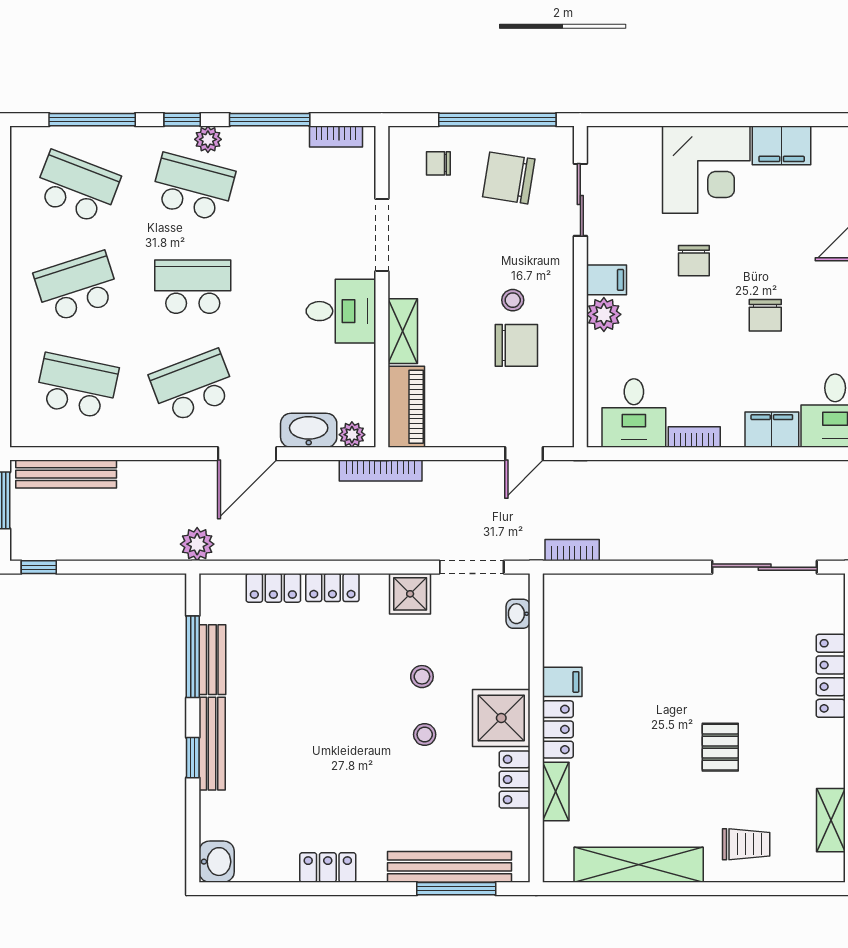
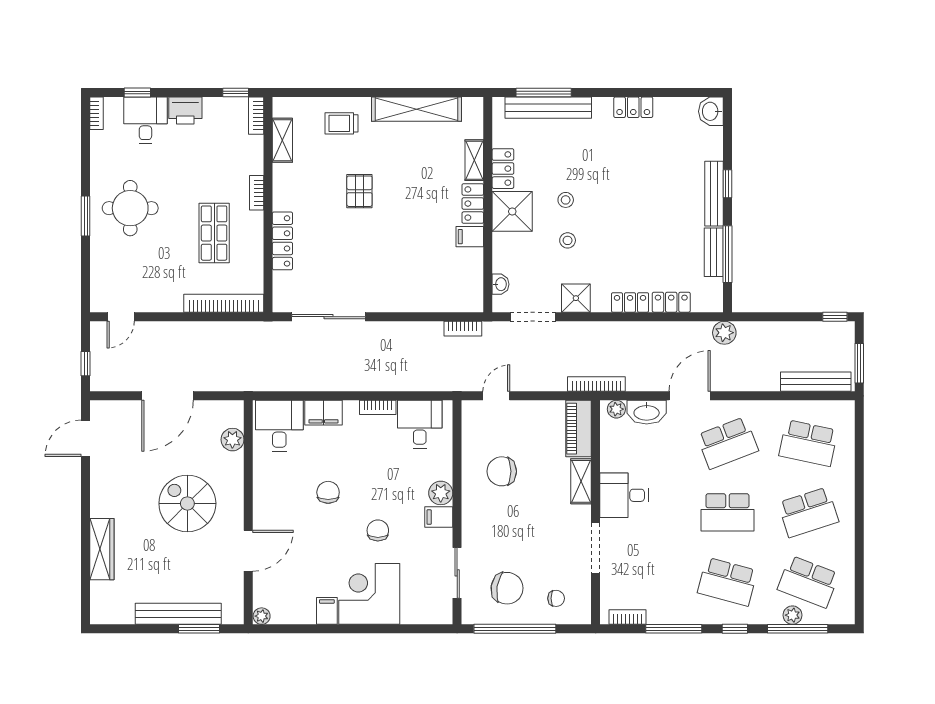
plant: (208, 139) -> (792, 615), moved
filing cabinet: (782, 145) -> (327, 611), width x0.50
stool: (513, 300) -> (504, 503), removed

